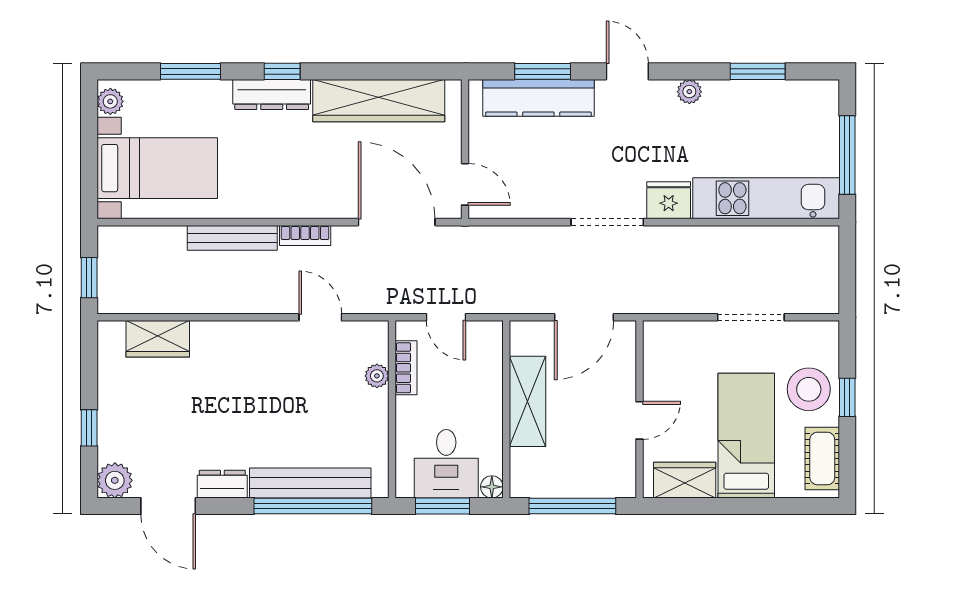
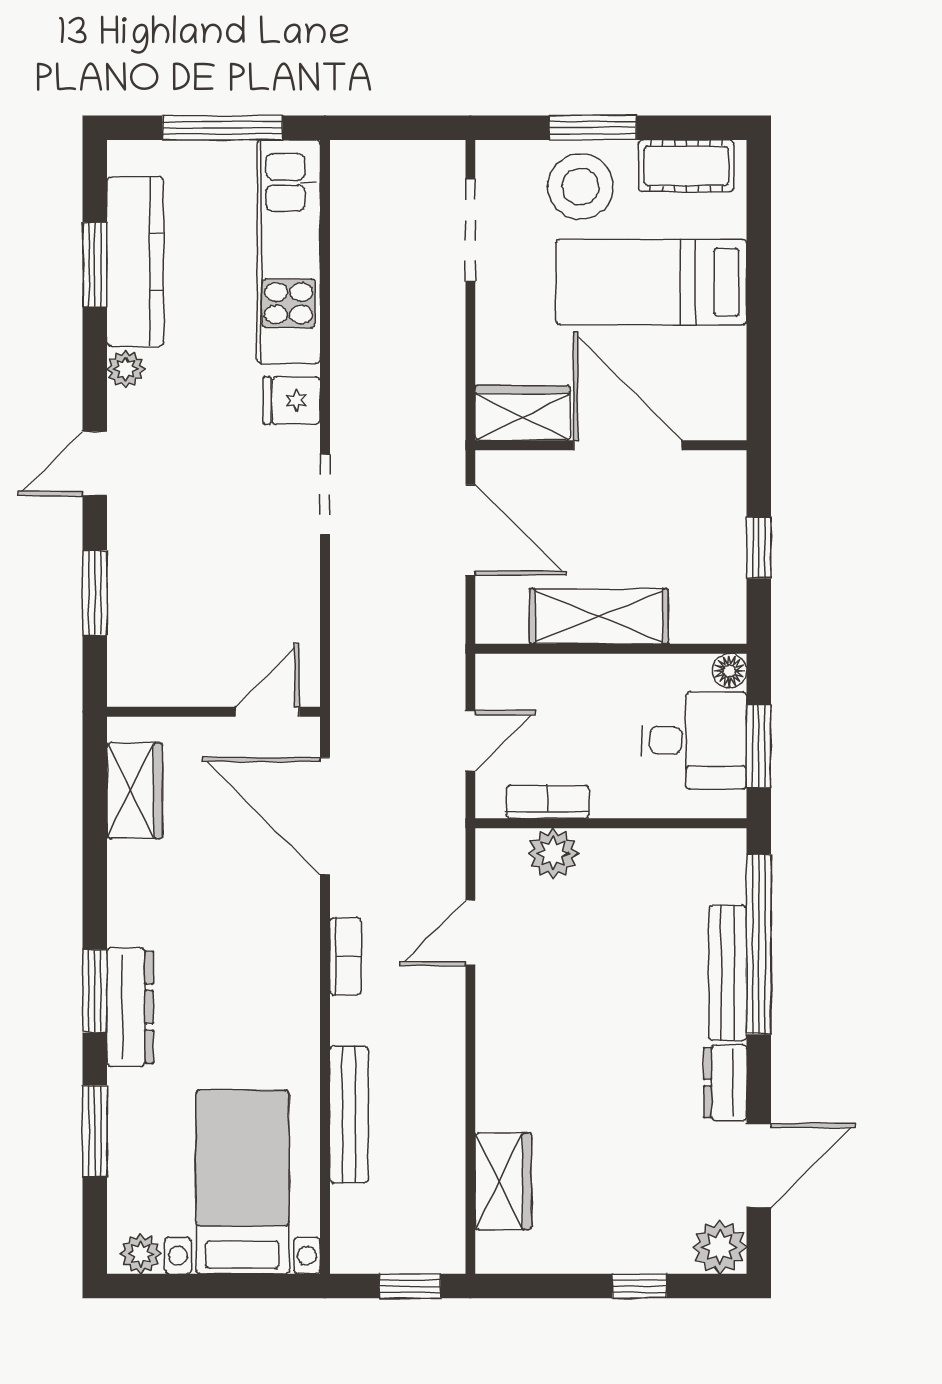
window: (282, 71) -> (95, 991), width x1.50
kitchen counter: (538, 98) -> (135, 262), moved
wardrobe: (379, 101) -> (135, 791), width x0.48, depth x0.85
fridge: (669, 200) -> (292, 401), width x0.72
door: (397, 222) -> (325, 816), hinge flipped
doorway: (607, 222) -> (325, 494), width x0.73
bench: (232, 238) -> (349, 1114), moved
doorway: (751, 317) -> (470, 230), moved
plant: (377, 376) -> (553, 853), width x1.38, depth x1.38
window: (847, 397) -> (593, 128), width x1.50
door: (639, 420) -> (628, 445), width x1.87
wardrobe: (685, 480) -> (523, 413), moved, turned 90
bench: (310, 483) -> (728, 973), width x0.73, depth x0.82
window: (572, 506) -> (759, 548), width x0.46

